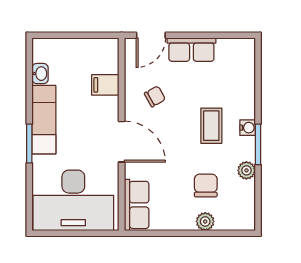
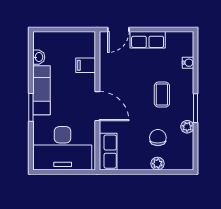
chair: (155, 96) -> (121, 74), removed
water cooler: (248, 128) -> (188, 63), moved

